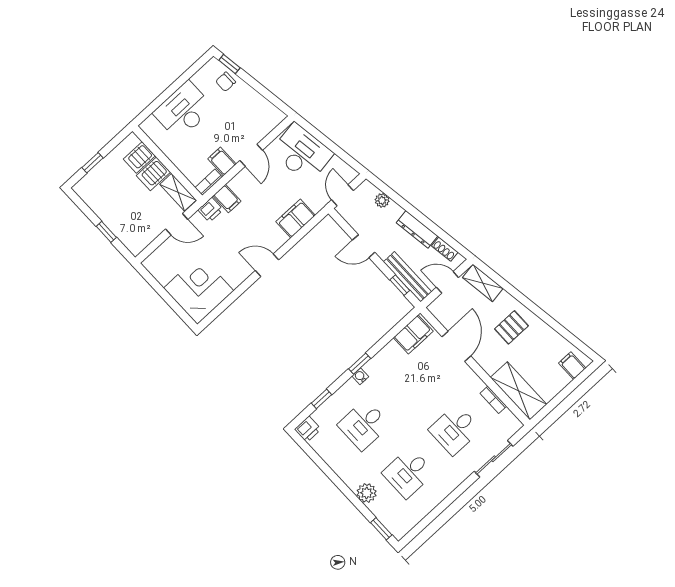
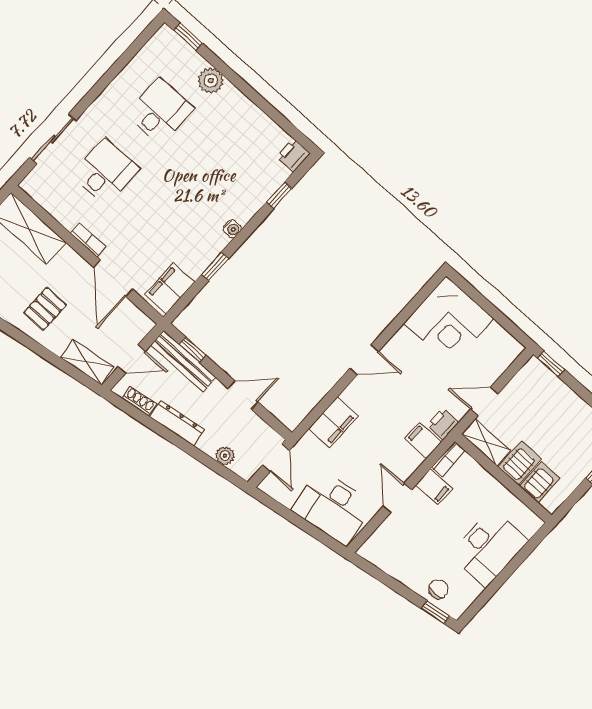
window: (106, 232) -> (551, 364), moved
window: (360, 364) -> (215, 267), moved
bookcase: (493, 400) -> (88, 240), moved
desk: (364, 425) -> (222, 167), removed

